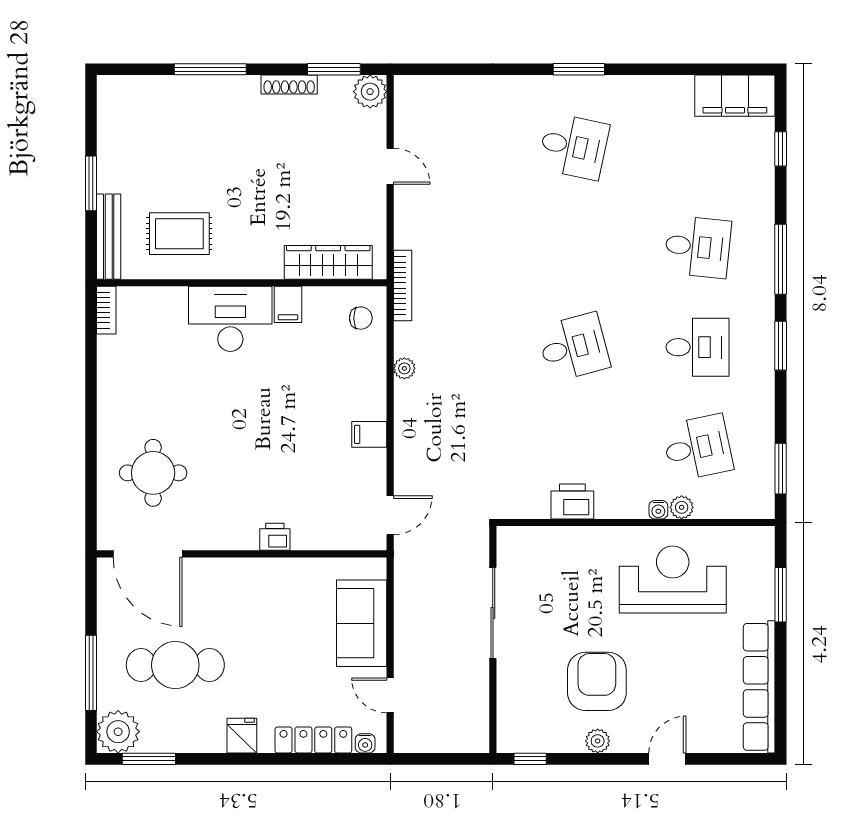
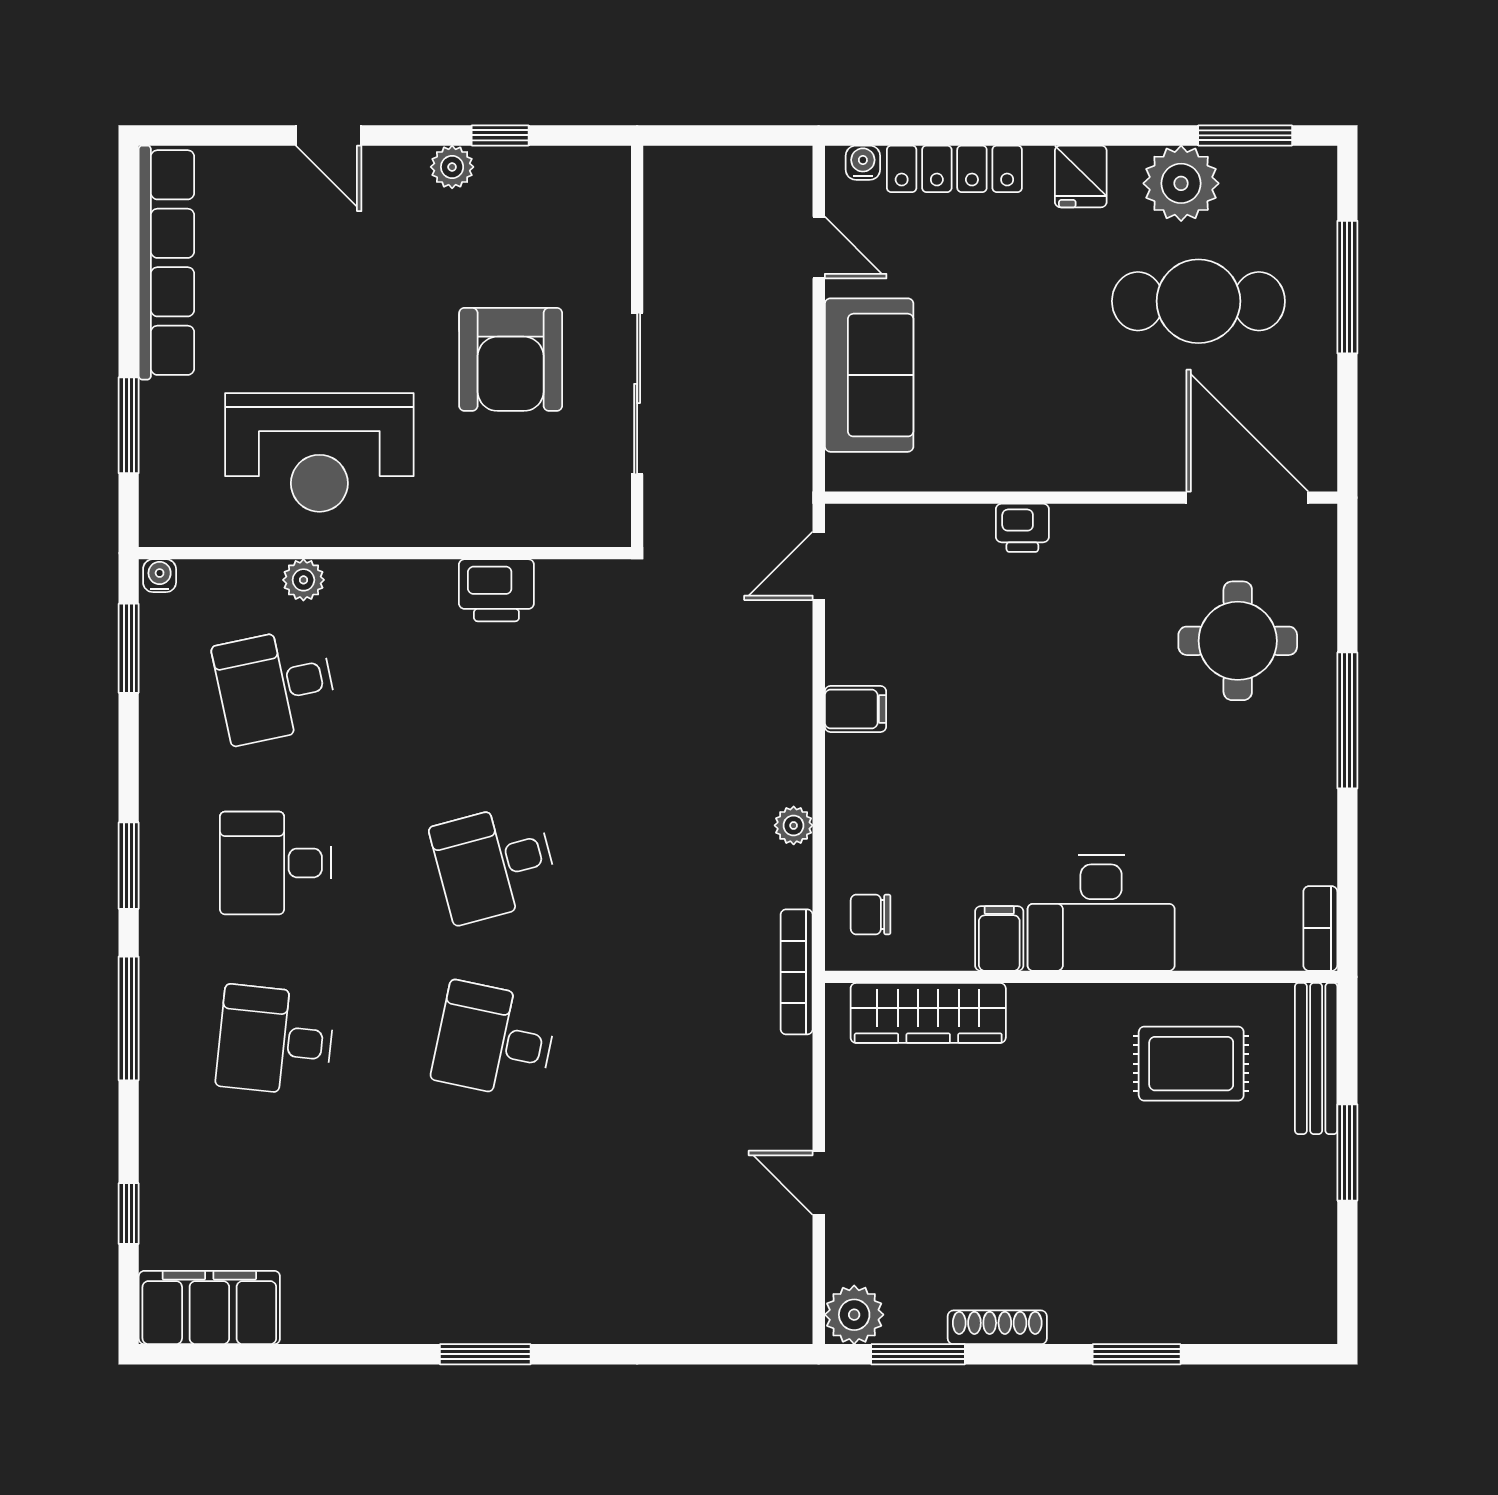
window: (210, 69) -> (1137, 1354), width x0.69
desk: (574, 146) -> (494, 1040), moved
window: (91, 428) -> (1347, 720), added
water cooler: (658, 510) -> (160, 576), moved
armchair: (597, 681) -> (511, 359), moved
plant: (118, 732) -> (1181, 183), moved
window: (530, 759) -> (500, 135), moved
door: (667, 759) -> (329, 135), hinge flipped

